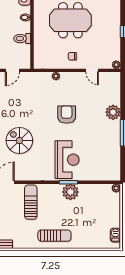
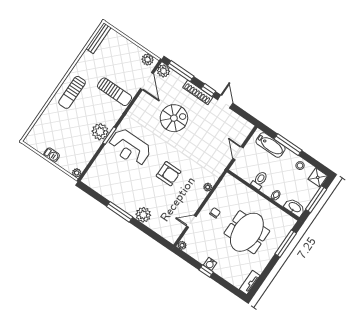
water cooler: (116, 32) -> (210, 264), added
barbecue: (115, 235) -> (52, 155), moved

